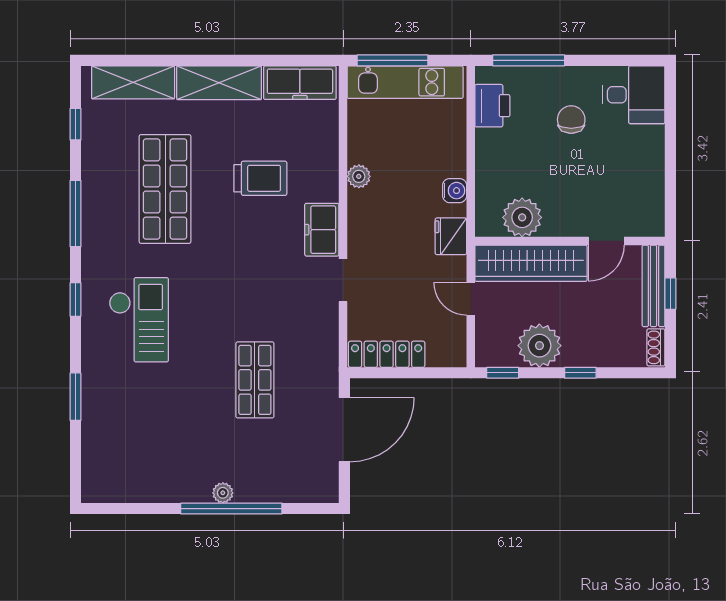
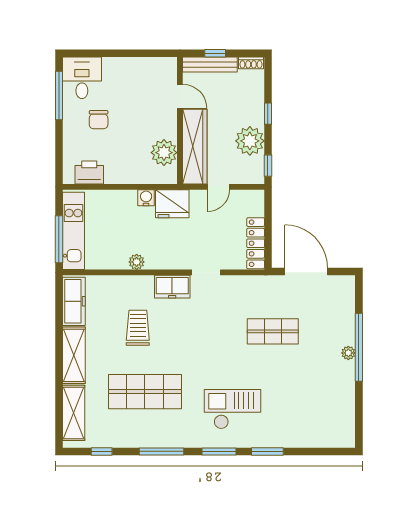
window: (529, 60) -> (59, 96), moved
chair: (571, 120) -> (99, 120), turned -90
fridge: (451, 236) -> (172, 204), width x1.36, depth x1.34
window: (76, 299) -> (219, 451), width x1.50
window: (76, 397) -> (267, 451), moved

